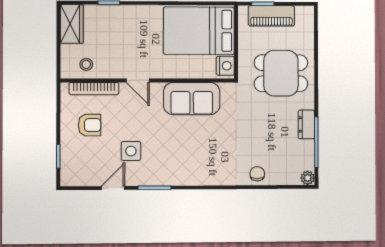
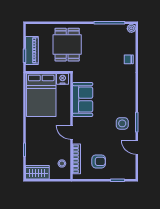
door: (138, 80) -> (72, 132), swing flipped
dresser: (306, 124) -> (99, 29), removed
armchair: (90, 125) -> (99, 161), turned 90
side table: (131, 151) -> (122, 123), moved

